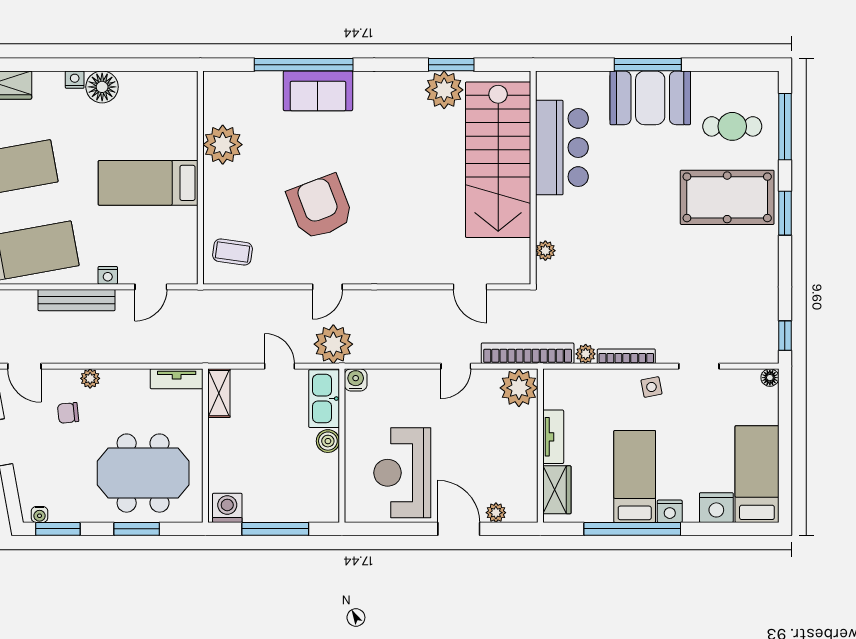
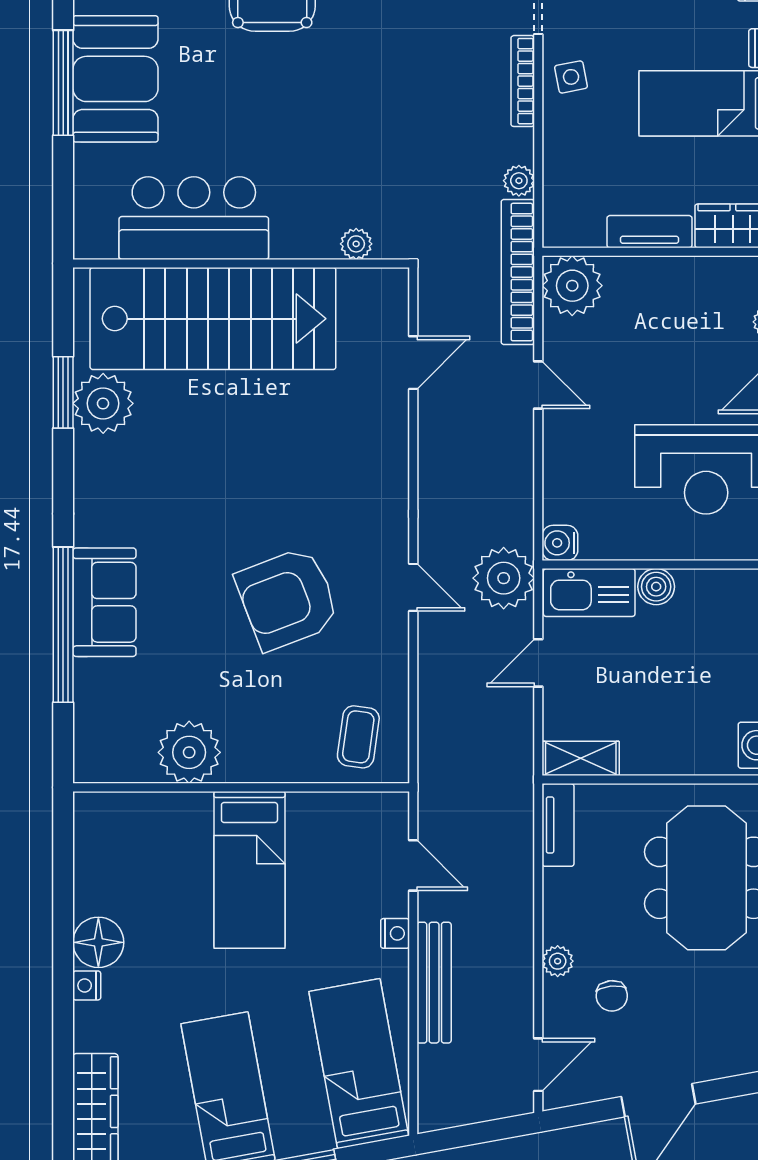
bookcase: (626, 356) -> (523, 81), moved

